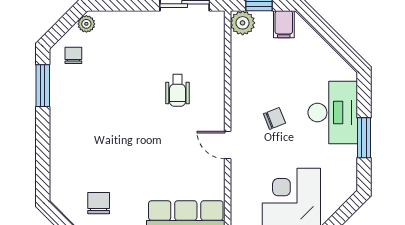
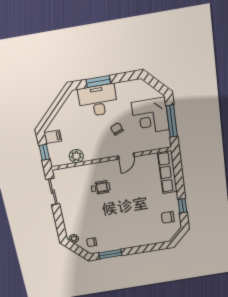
plant: (243, 23) -> (76, 156), moved
chair: (274, 118) -> (117, 129), moved
window: (364, 138) -> (98, 81), moved

